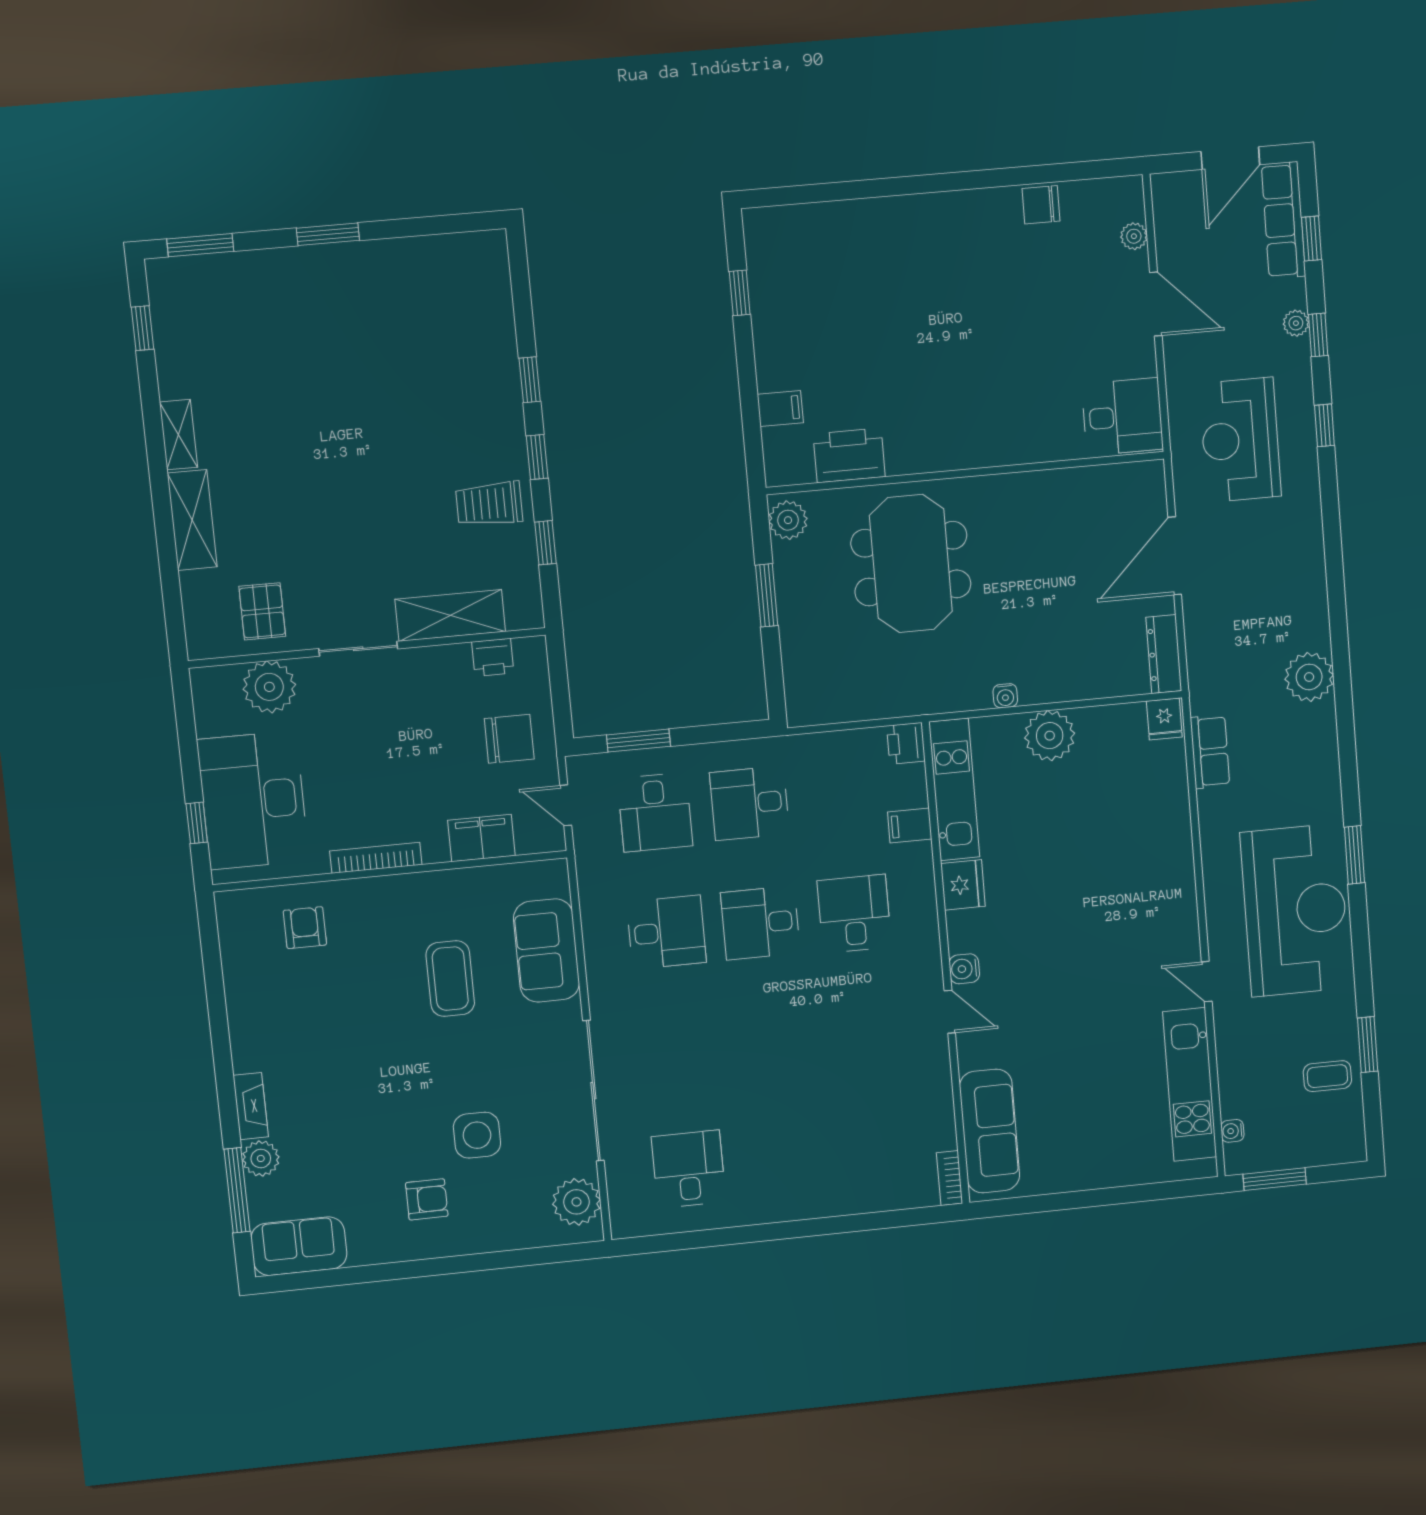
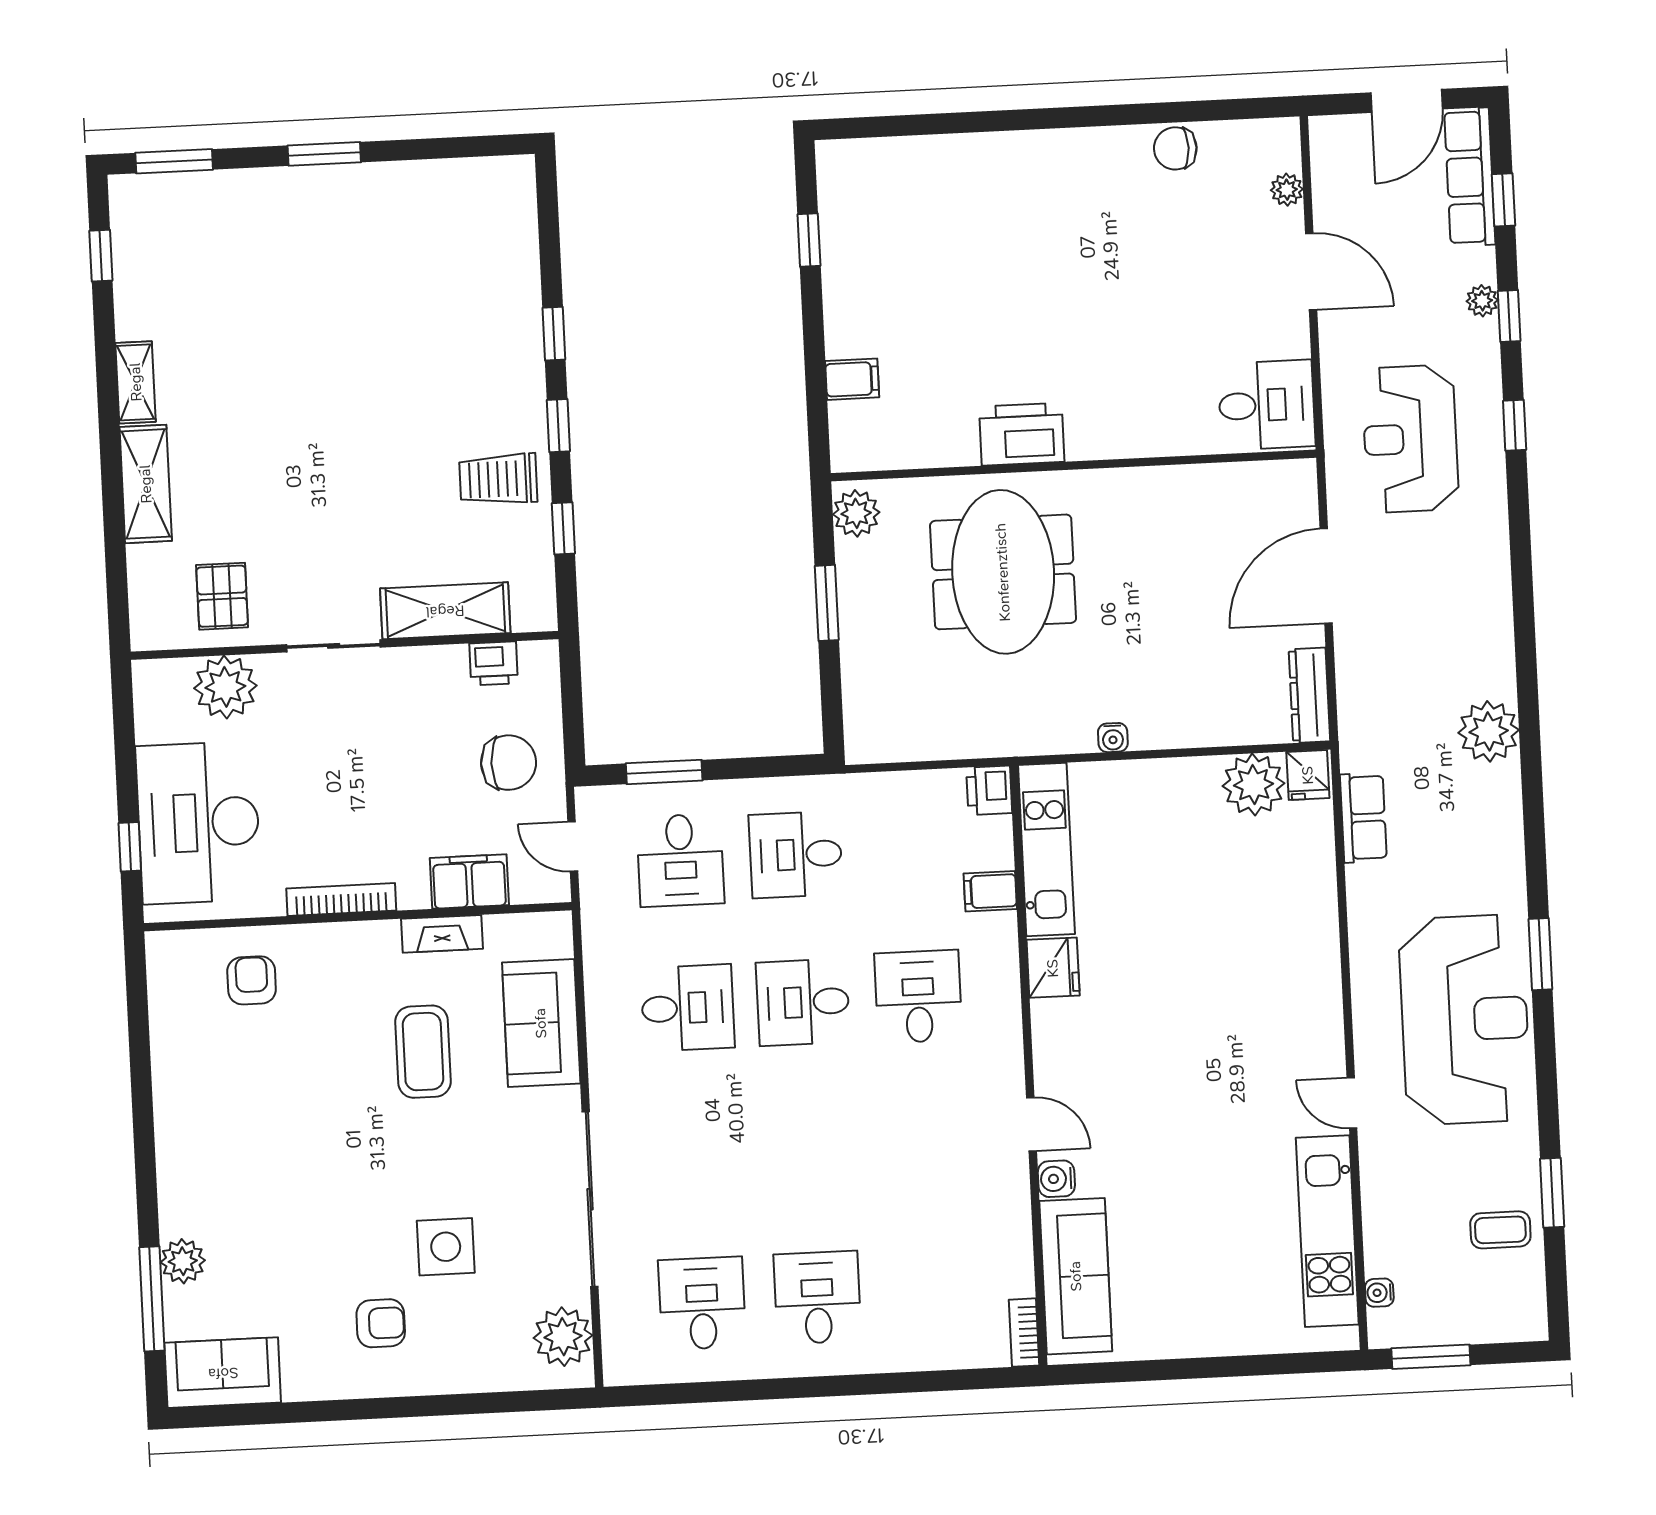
printer: (849, 455) -> (1022, 434), moved
plant: (1050, 736) -> (1254, 785), moved
water cooler: (964, 969) -> (1056, 1179), moved
fireplace: (251, 1106) -> (442, 934), moved, turned 90
desk: (782, 1159) -> (817, 1298), added

